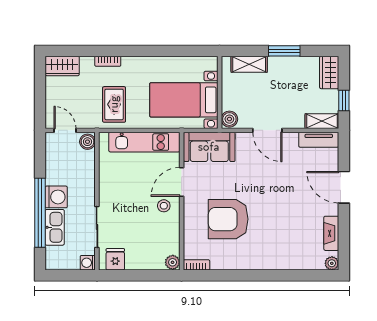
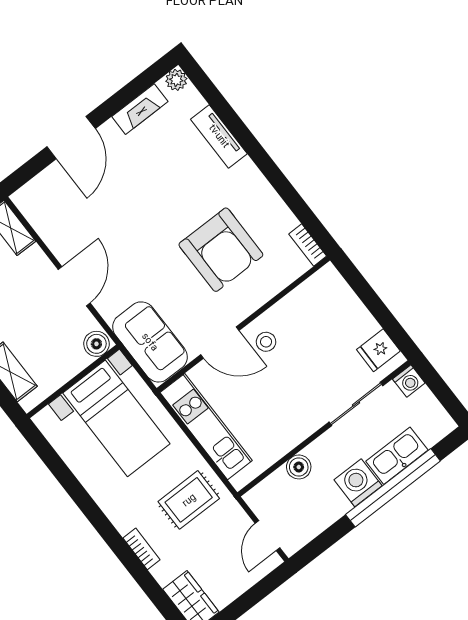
tv unit: (319, 140) -> (219, 136), moved, turned 180
boiler: (87, 142) -> (299, 467), moved
plant: (173, 262) -> (327, 277), removed

